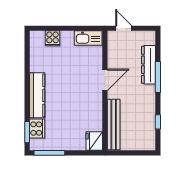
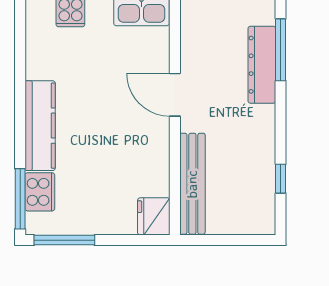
window: (158, 77) -> (281, 50), moved
door: (105, 80) -> (175, 95), swing flipped
window: (27, 132) -> (20, 199), width x1.44

